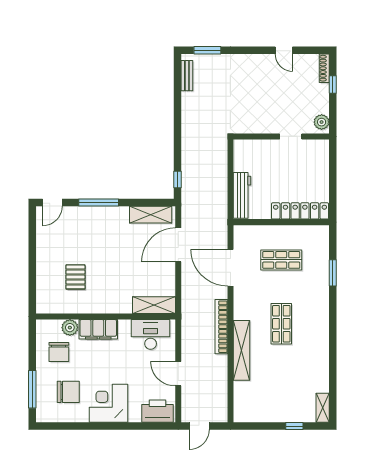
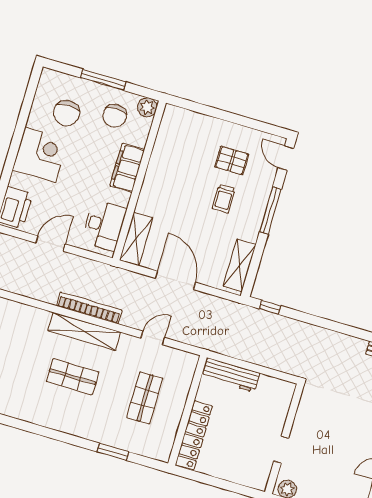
trolley: (100, 243) -> (224, 199), added
door: (178, 245) -> (175, 280), moved
door: (230, 268) -> (153, 338), width x0.53
pallet: (75, 277) -> (232, 161), moved
plant: (70, 328) -> (147, 107), moved
shelving: (242, 350) -> (84, 331), moved
chair: (59, 352) -> (115, 116), turned -90
window: (32, 389) -> (103, 80), moved

